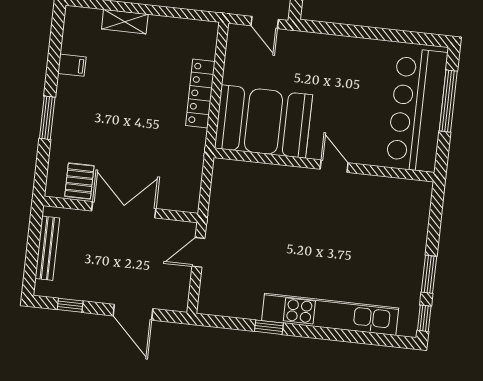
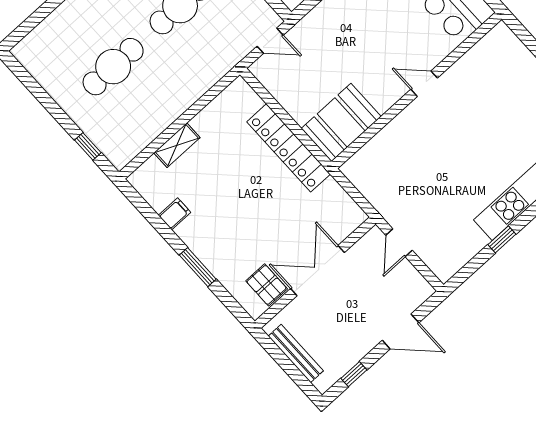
locker: (200, 93) -> (289, 148), width x1.41, depth x1.21
booth: (263, 122) -> (341, 122), width x0.73, depth x0.70

